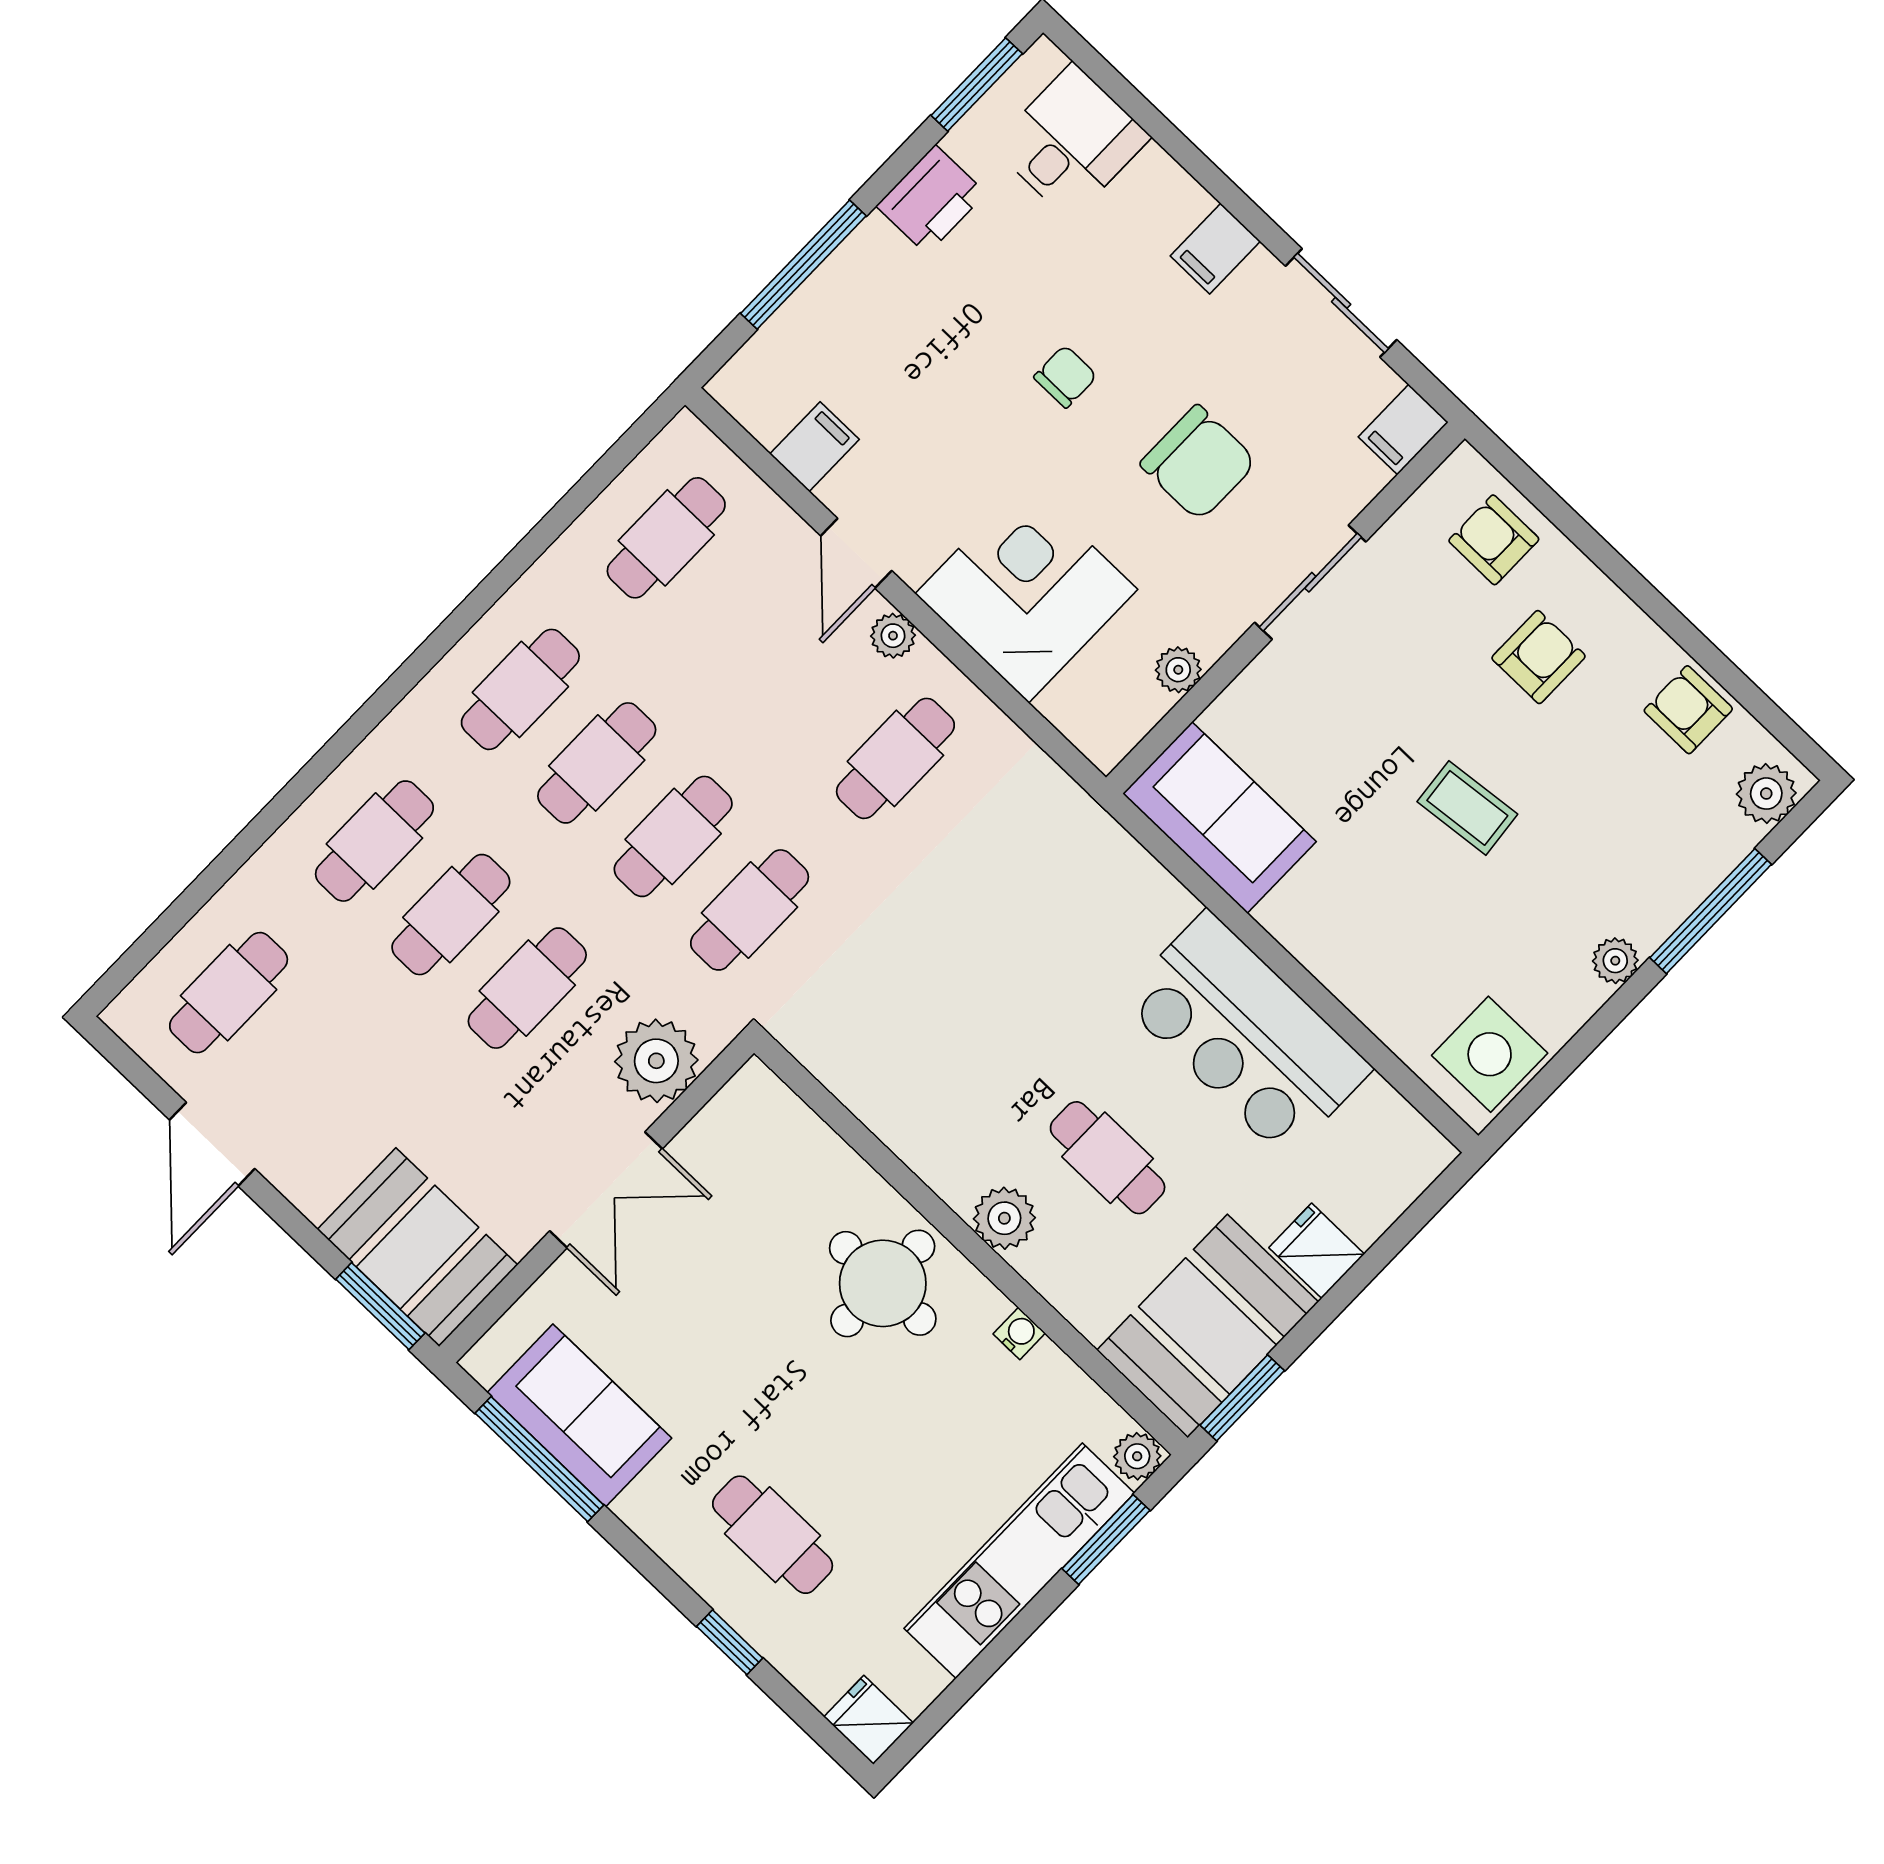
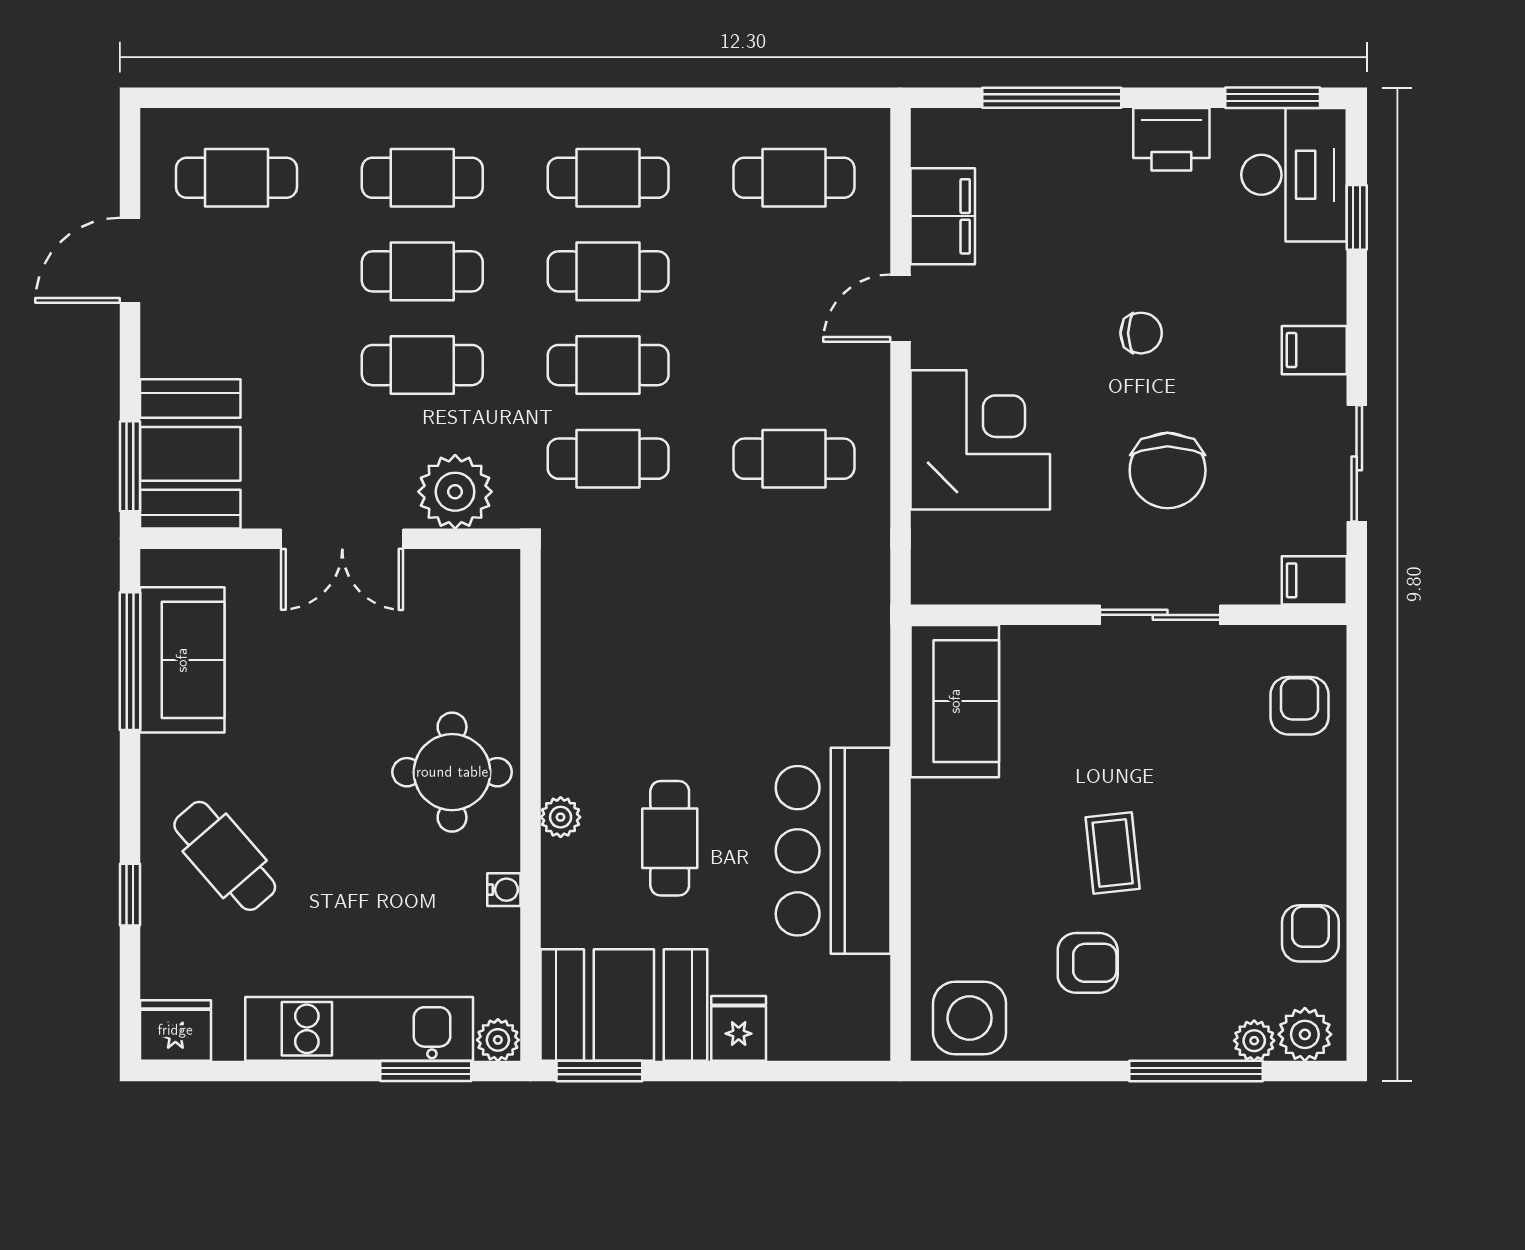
window: (1140, 110) -> (1357, 217), added
desk: (1071, 142) -> (1294, 175), width x1.37
filing cabinet: (814, 447) -> (943, 216), width x2.00
plant: (893, 636) -> (871, 382), removed
armchair: (1539, 657) -> (1088, 963), moved
plant: (1178, 670) -> (1024, 584), removed
plant: (1615, 961) -> (1254, 1041), moved
plant: (1004, 1218) -> (561, 817), width x0.73, depth x0.73
cafe table: (773, 1535) -> (225, 856), turned -41
fridge: (869, 1720) -> (175, 1030), width x1.38

